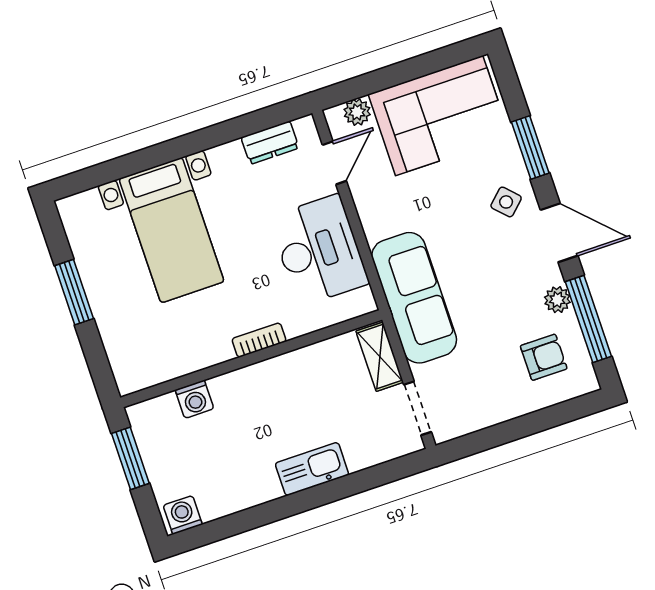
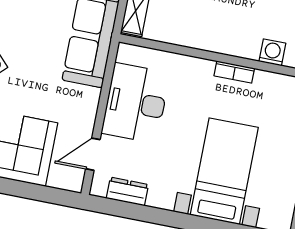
plant: (357, 112) -> (59, 179), removed
bookcase: (259, 340) -> (234, 72), moved

